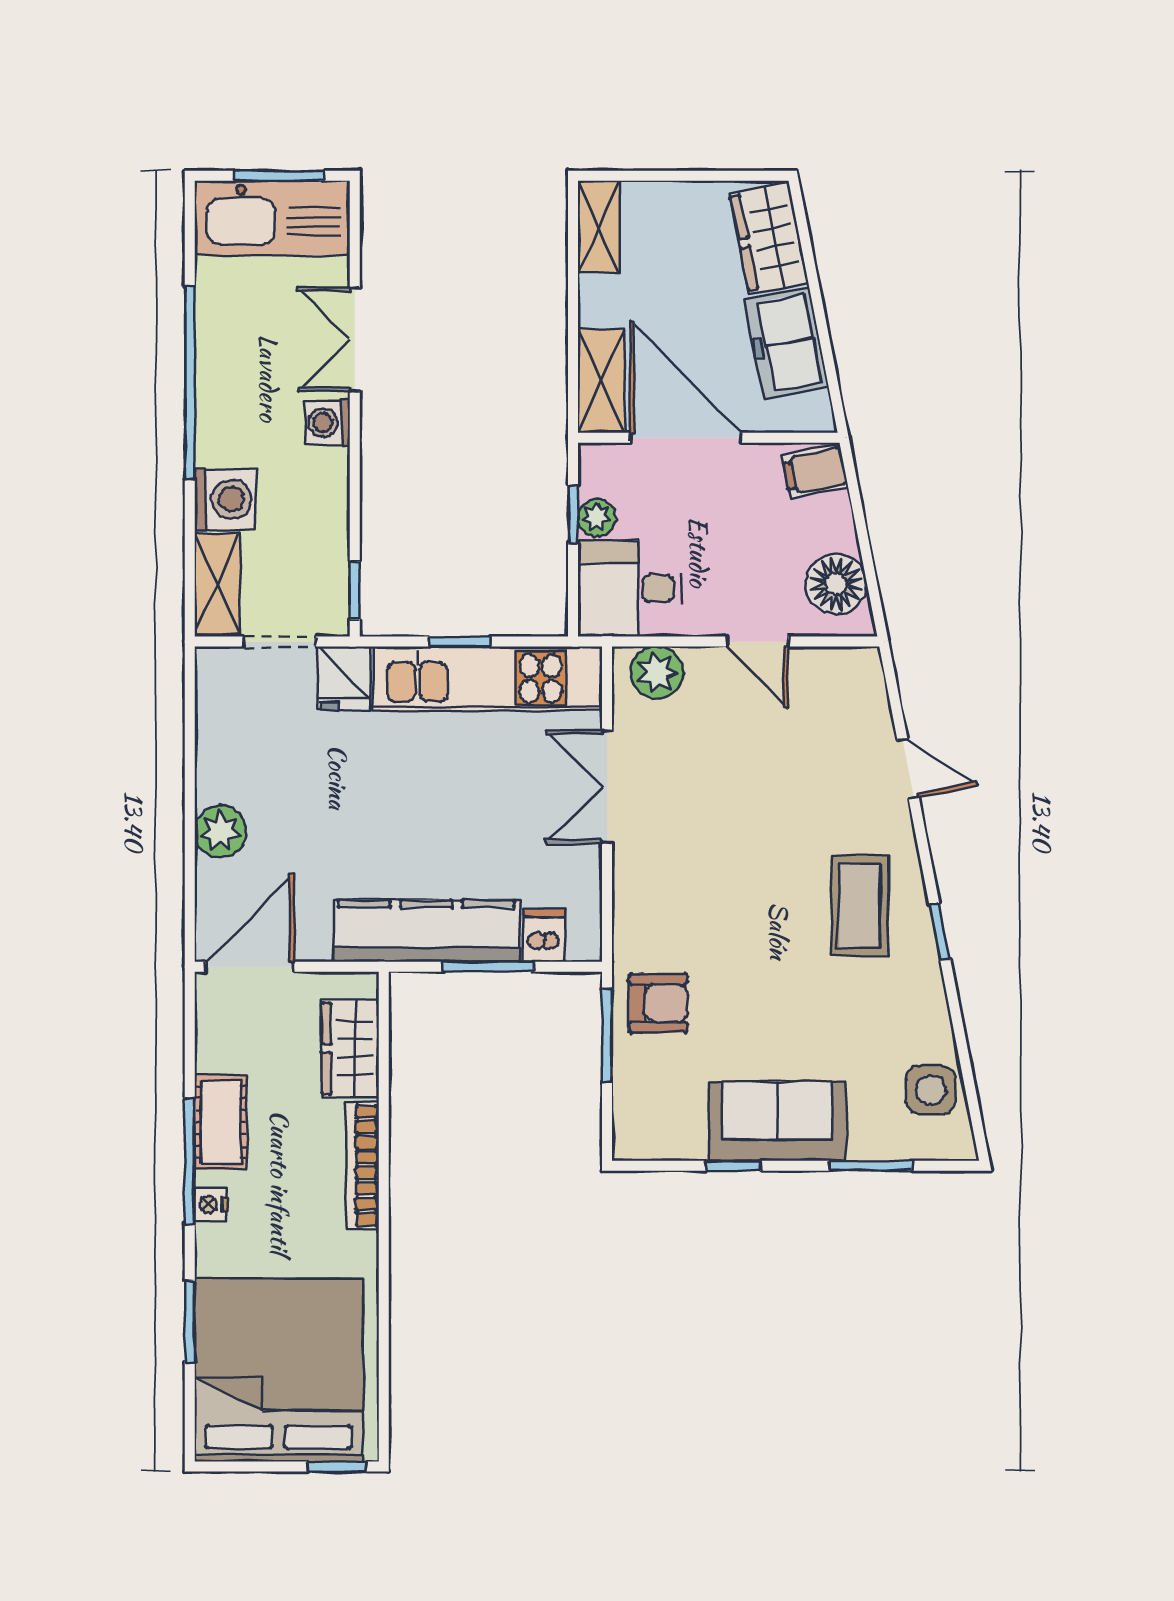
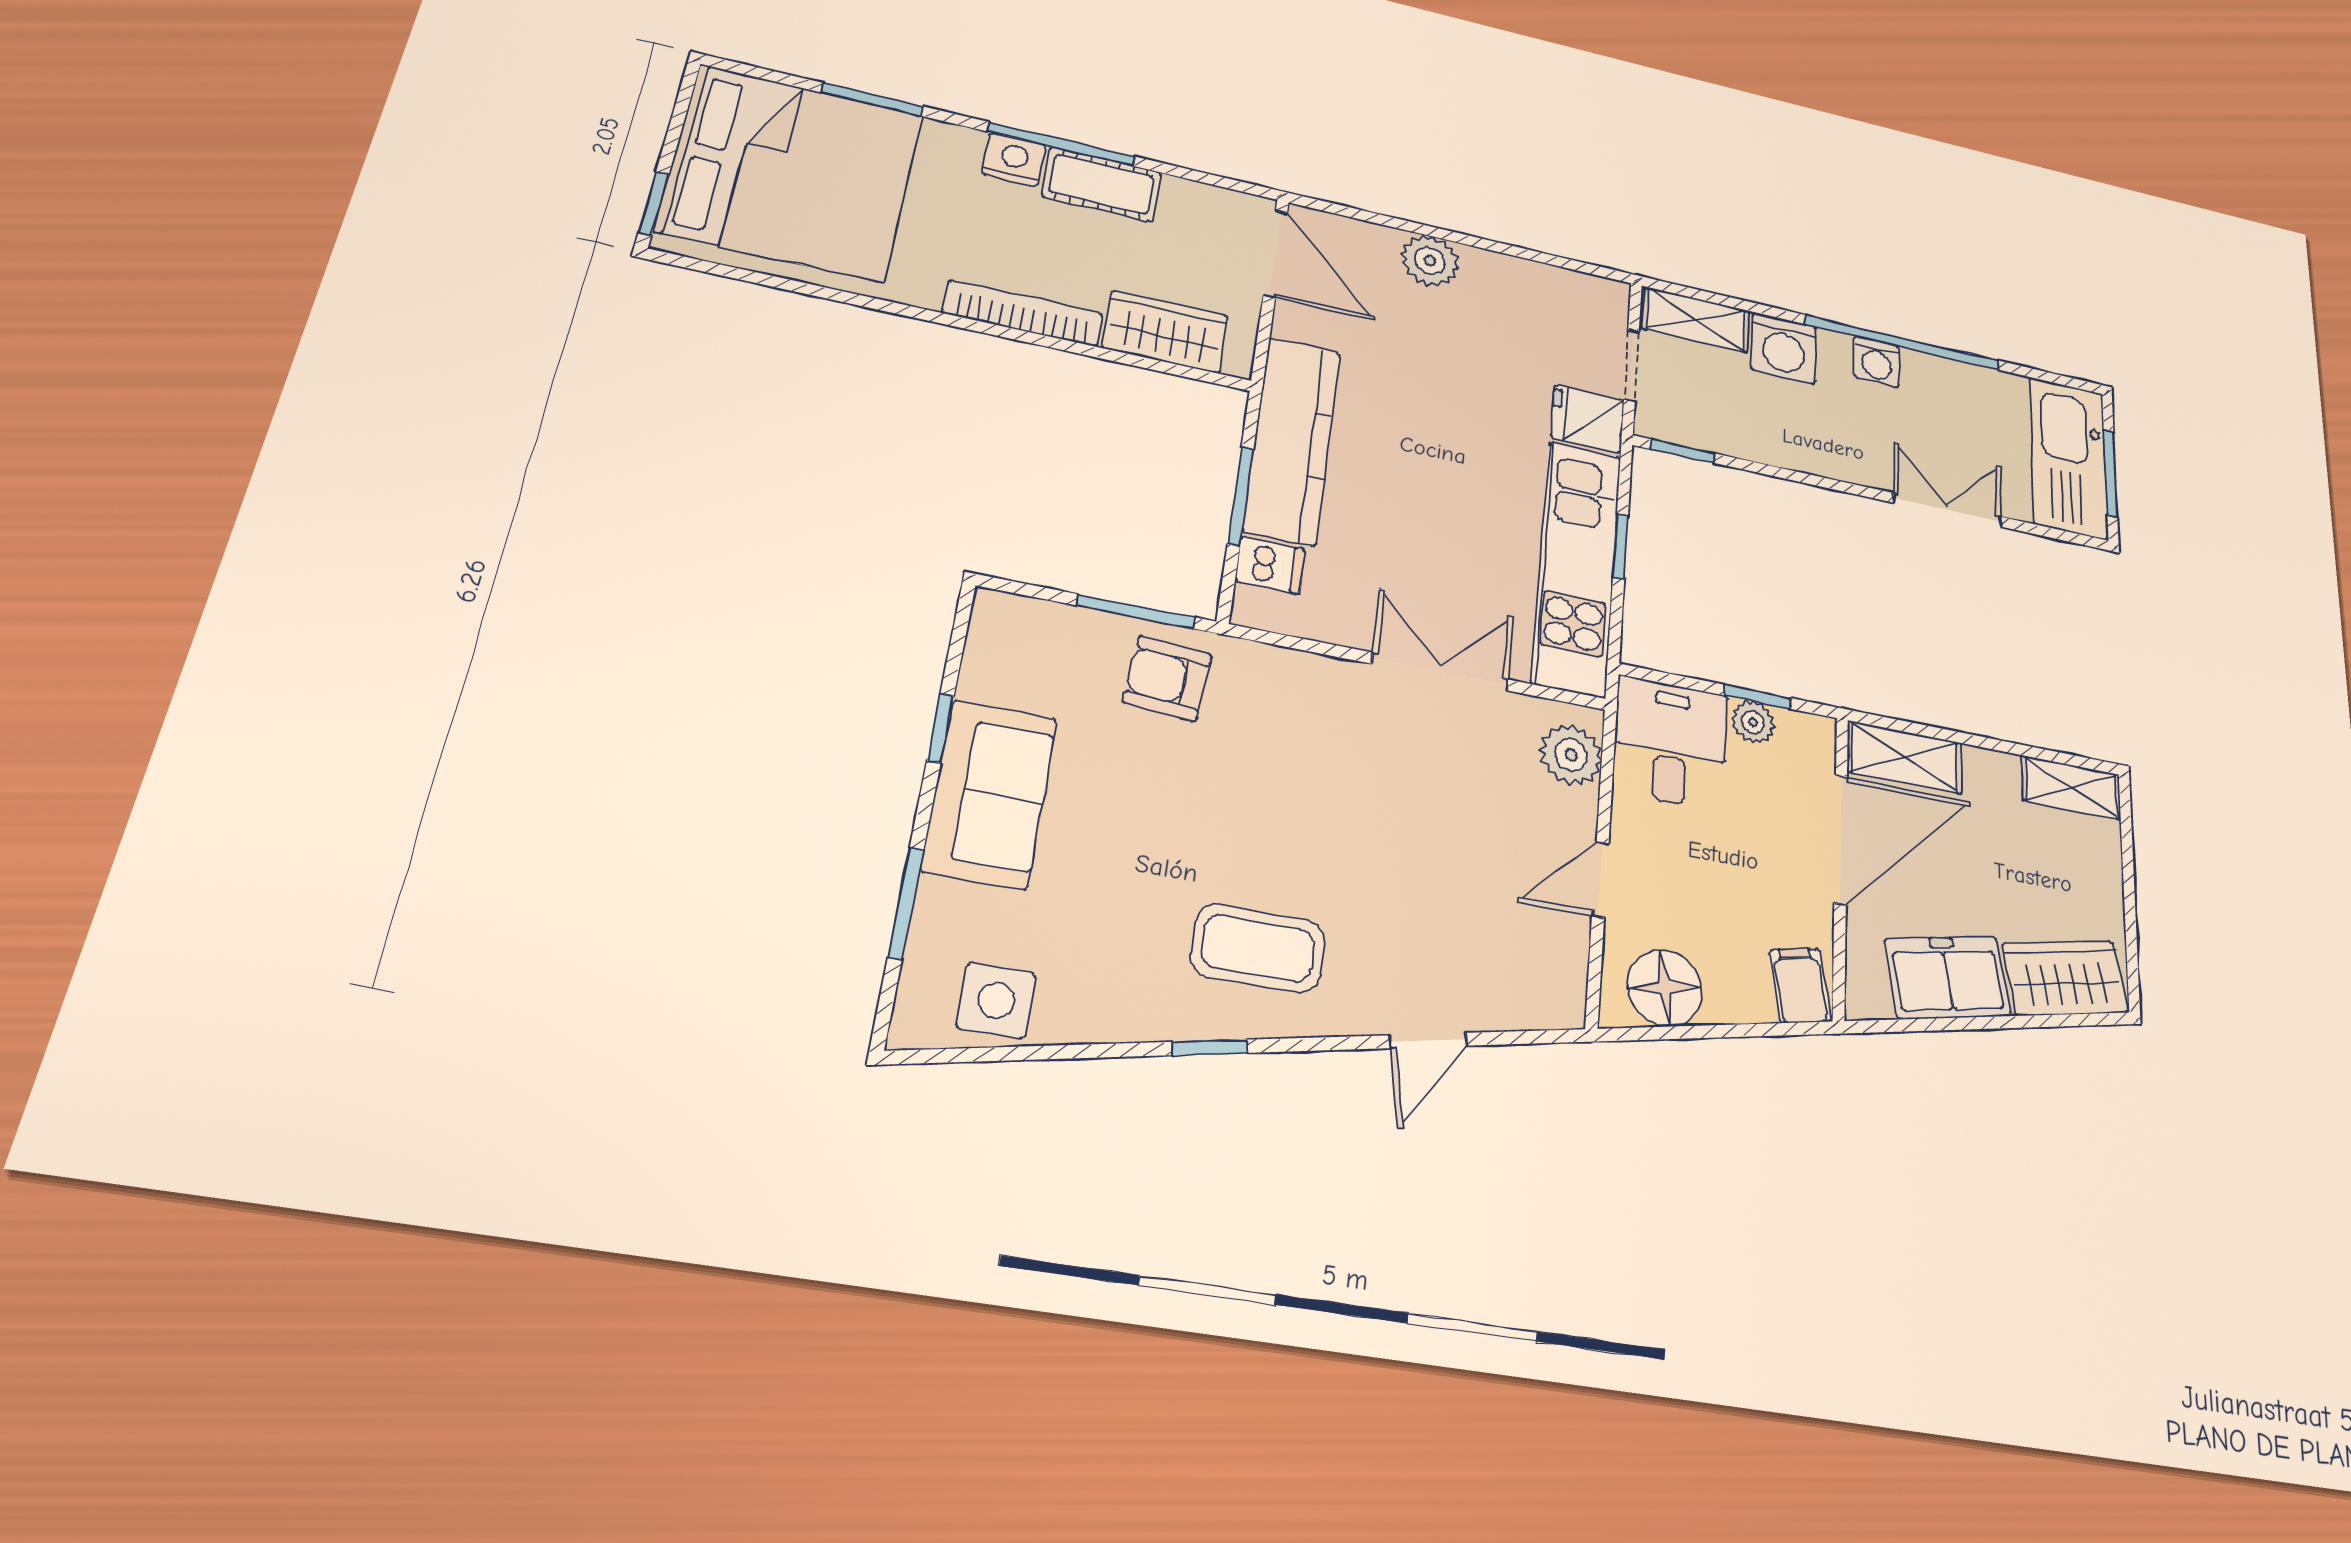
washing machine: (328, 423) -> (1877, 362), moved, turned 180
armchair: (658, 1003) -> (1167, 678), turned 95
nightstand: (211, 1204) -> (1014, 160), width x1.39, depth x1.35

